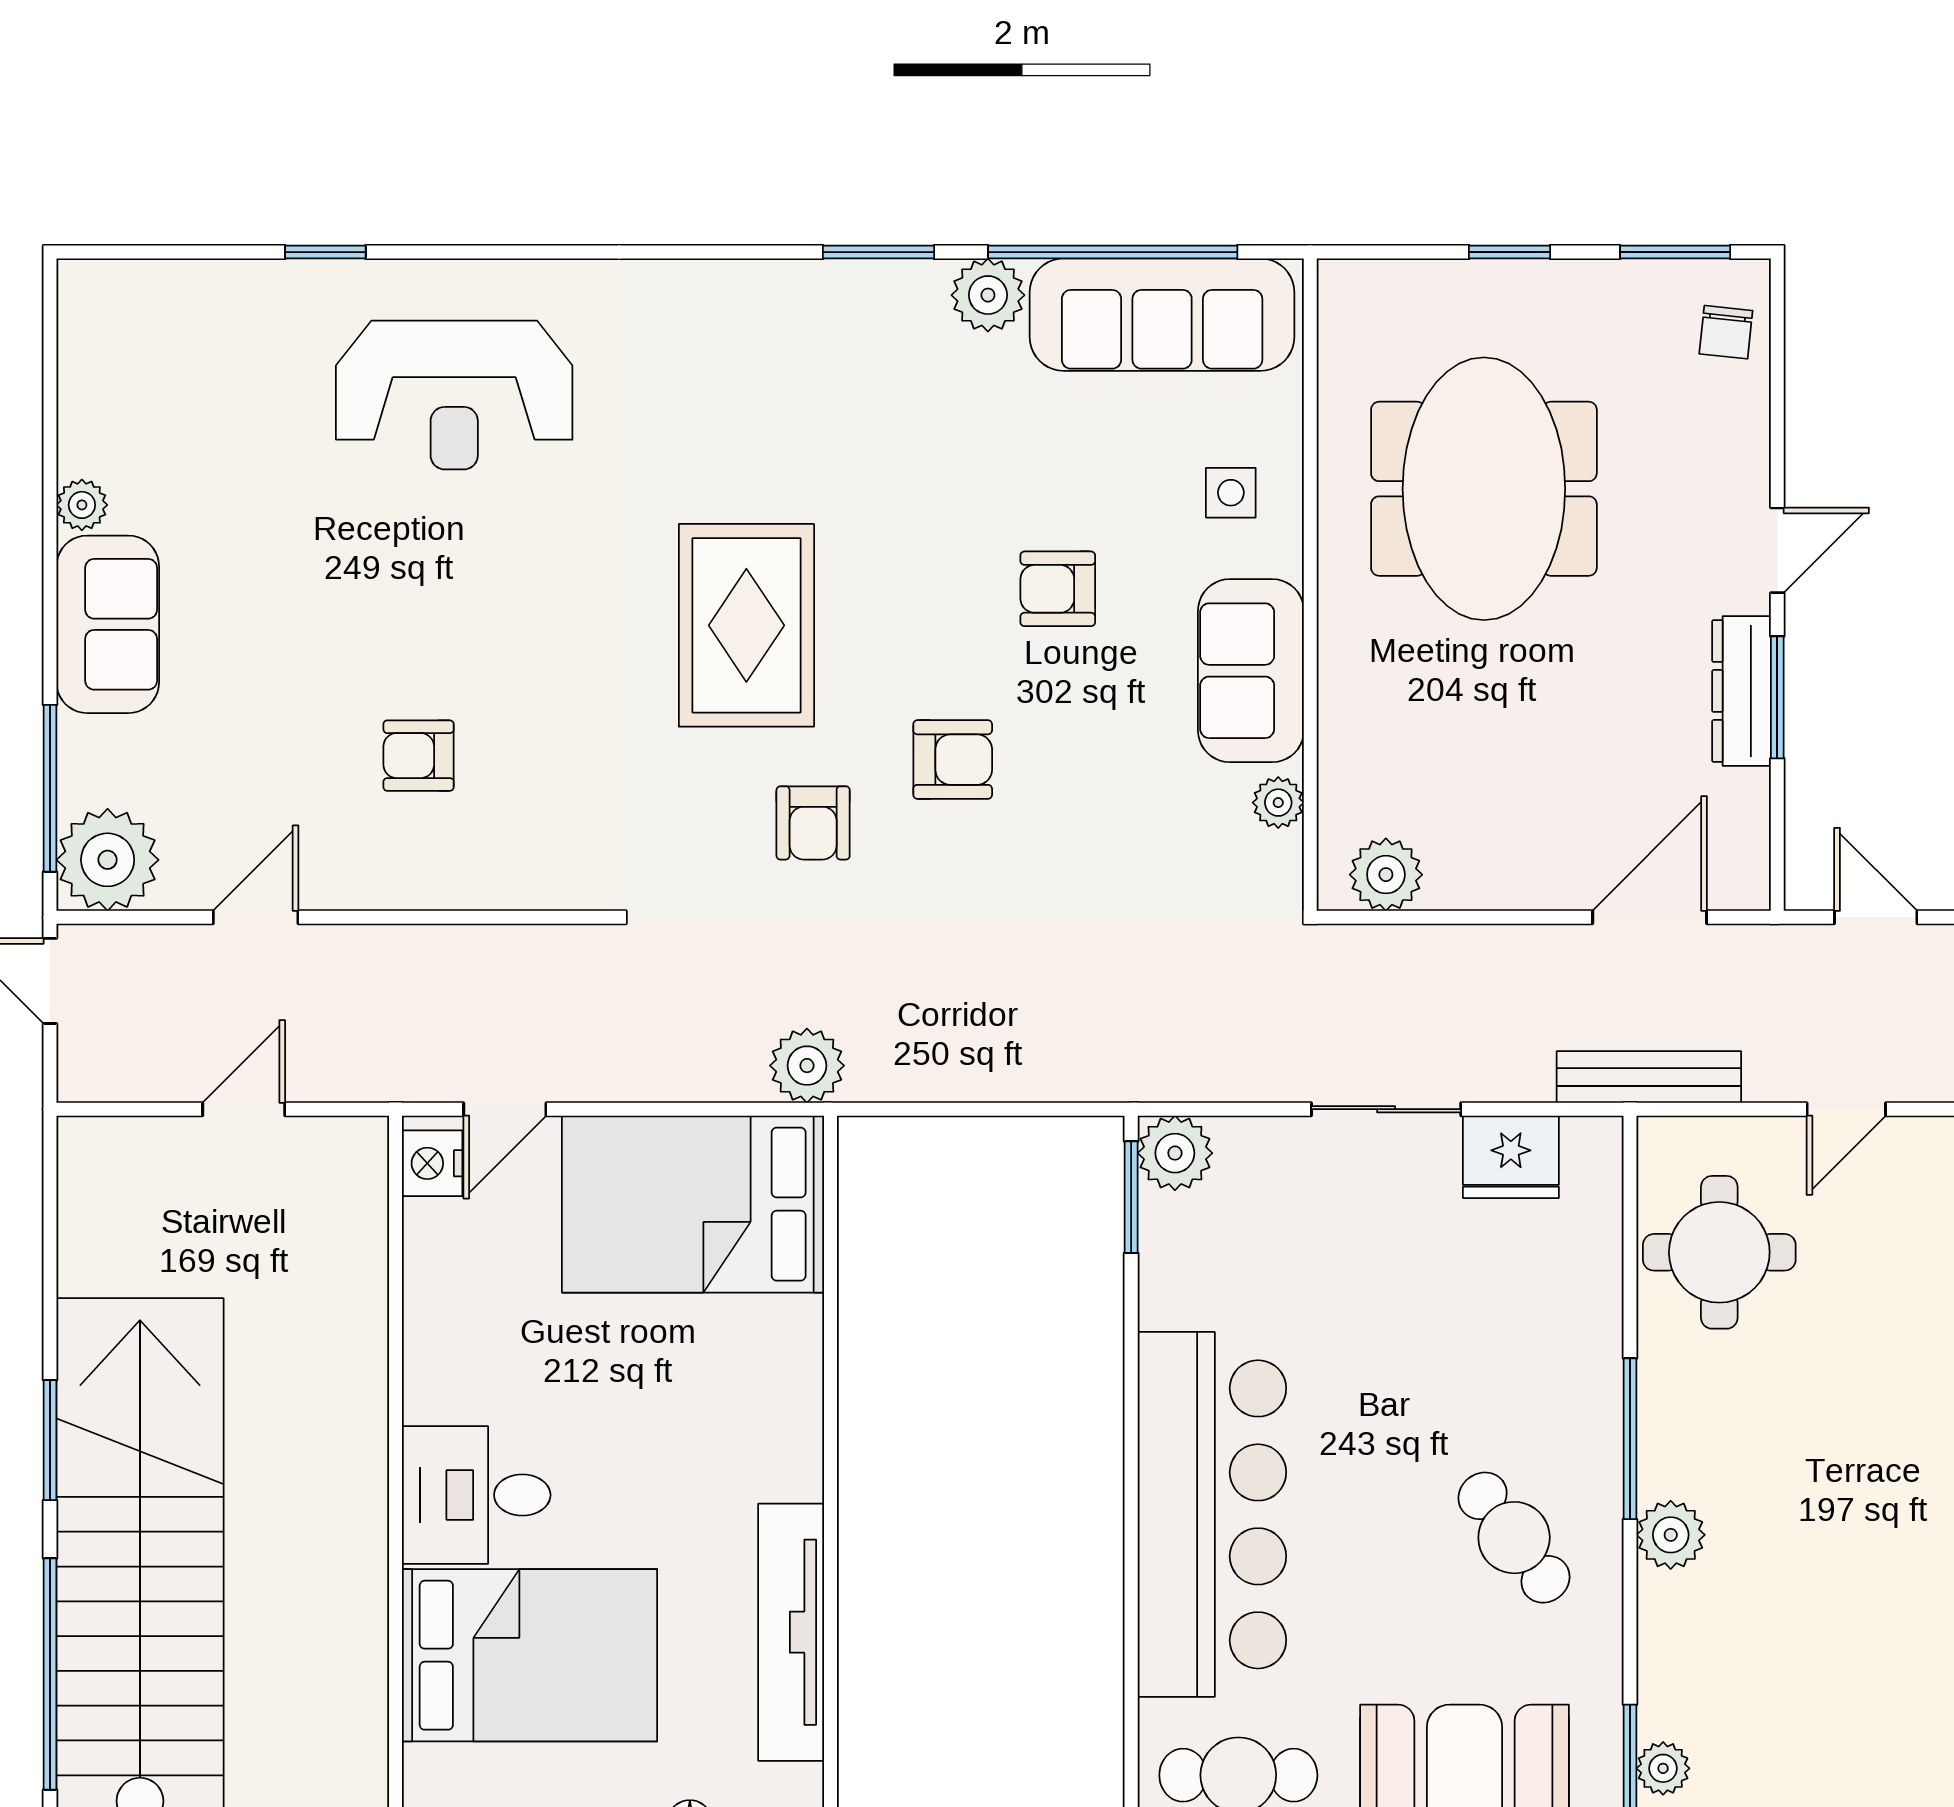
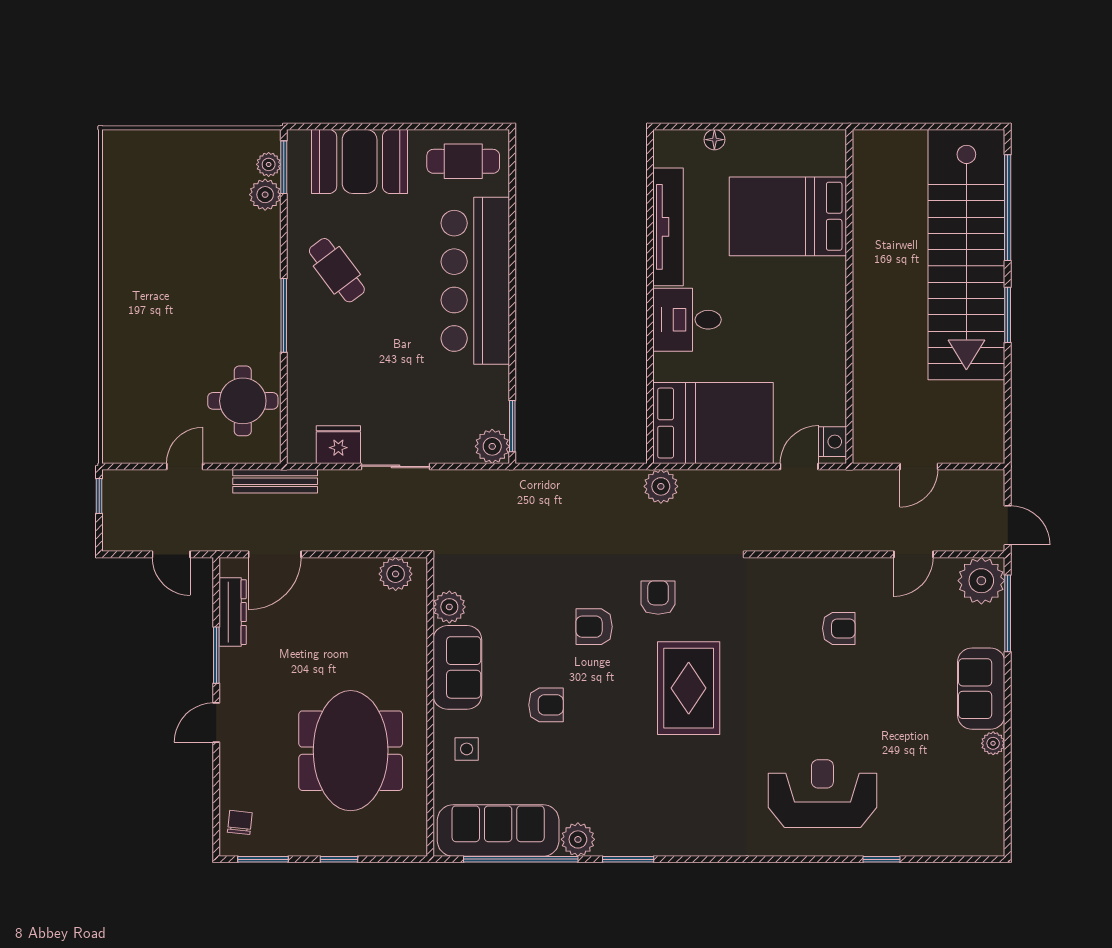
dresser: (1741, 691) -> (233, 612), moved
plant: (1278, 803) -> (449, 607), width x1.38, depth x1.38
desk: (476, 1495) -> (687, 320), moved, turned 180
plant: (1671, 1535) -> (265, 195), moved

